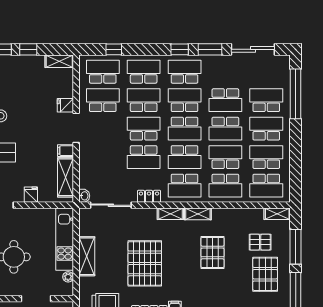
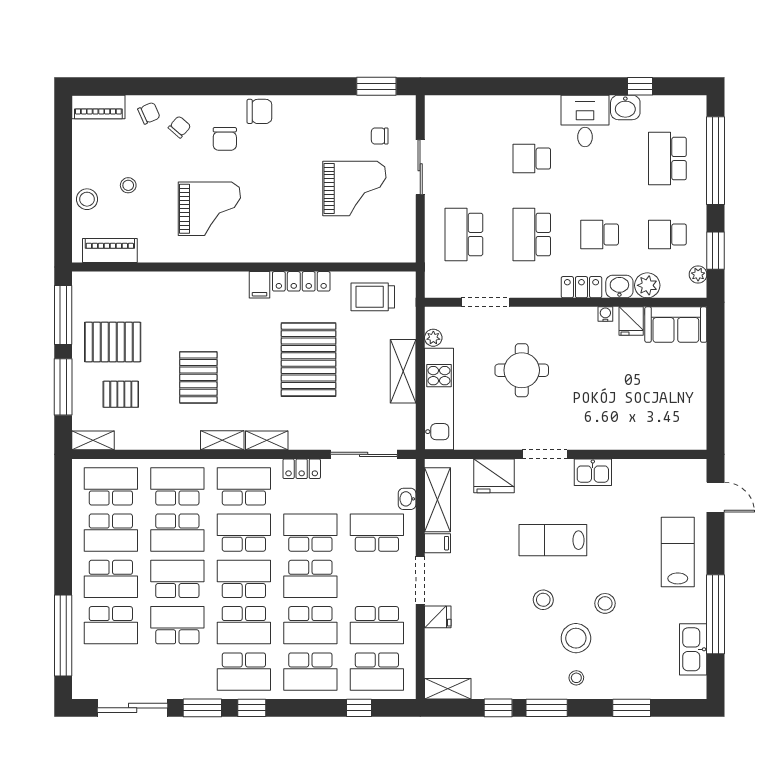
school desk: (103, 157) -> (377, 533), added
fridge: (31, 195) -> (494, 476), width x1.88, depth x1.34
washbasin: (84, 196) -> (407, 499), moved
pallet: (265, 274) -> (113, 342), turned 90

